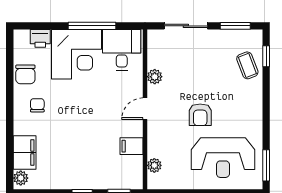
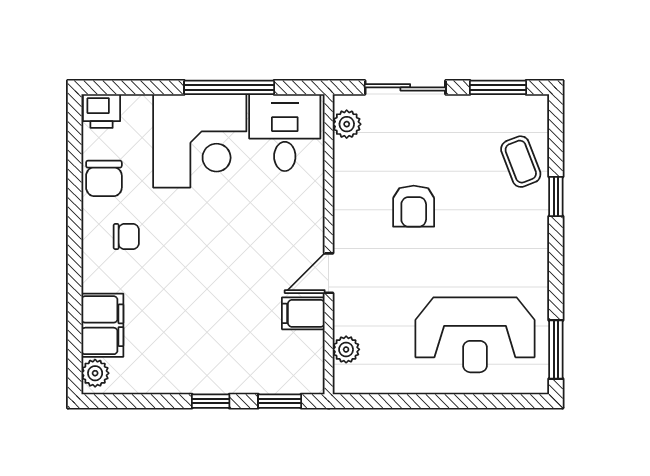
printer: (40, 38) -> (102, 111), moved
window: (266, 56) -> (556, 196), moved
plant: (155, 77) -> (347, 124), moved
chair: (37, 105) -> (126, 237), turned 90
door: (145, 109) -> (329, 273), moved
armchair: (200, 115) -> (414, 206), moved

